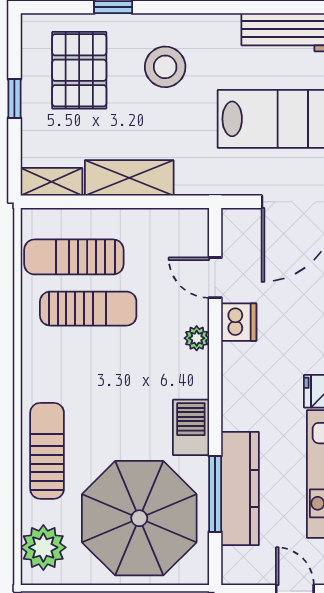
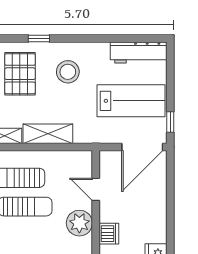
dishwasher: (239, 322) -> (109, 234), moved
plant: (197, 338) -> (79, 223), width x1.88, depth x1.88

